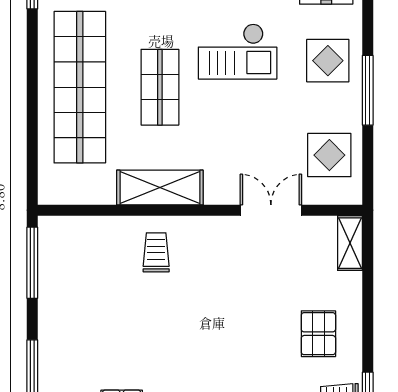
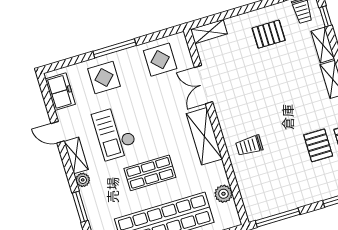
checkout: (238, 51) -> (115, 133), turned 180
shelving: (160, 188) -> (204, 136), moved
plant: (94, 191) -> (223, 194), added
pallet: (125, 358) -> (318, 145), added

